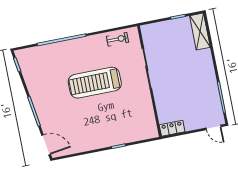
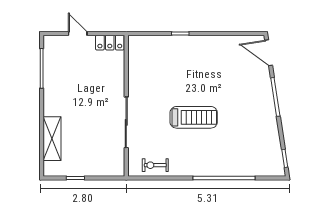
shelving: (200, 32) -> (52, 139), moved
treadmill: (95, 83) -> (194, 117), width x0.73, depth x0.73
door: (214, 127) -> (78, 34), moved

